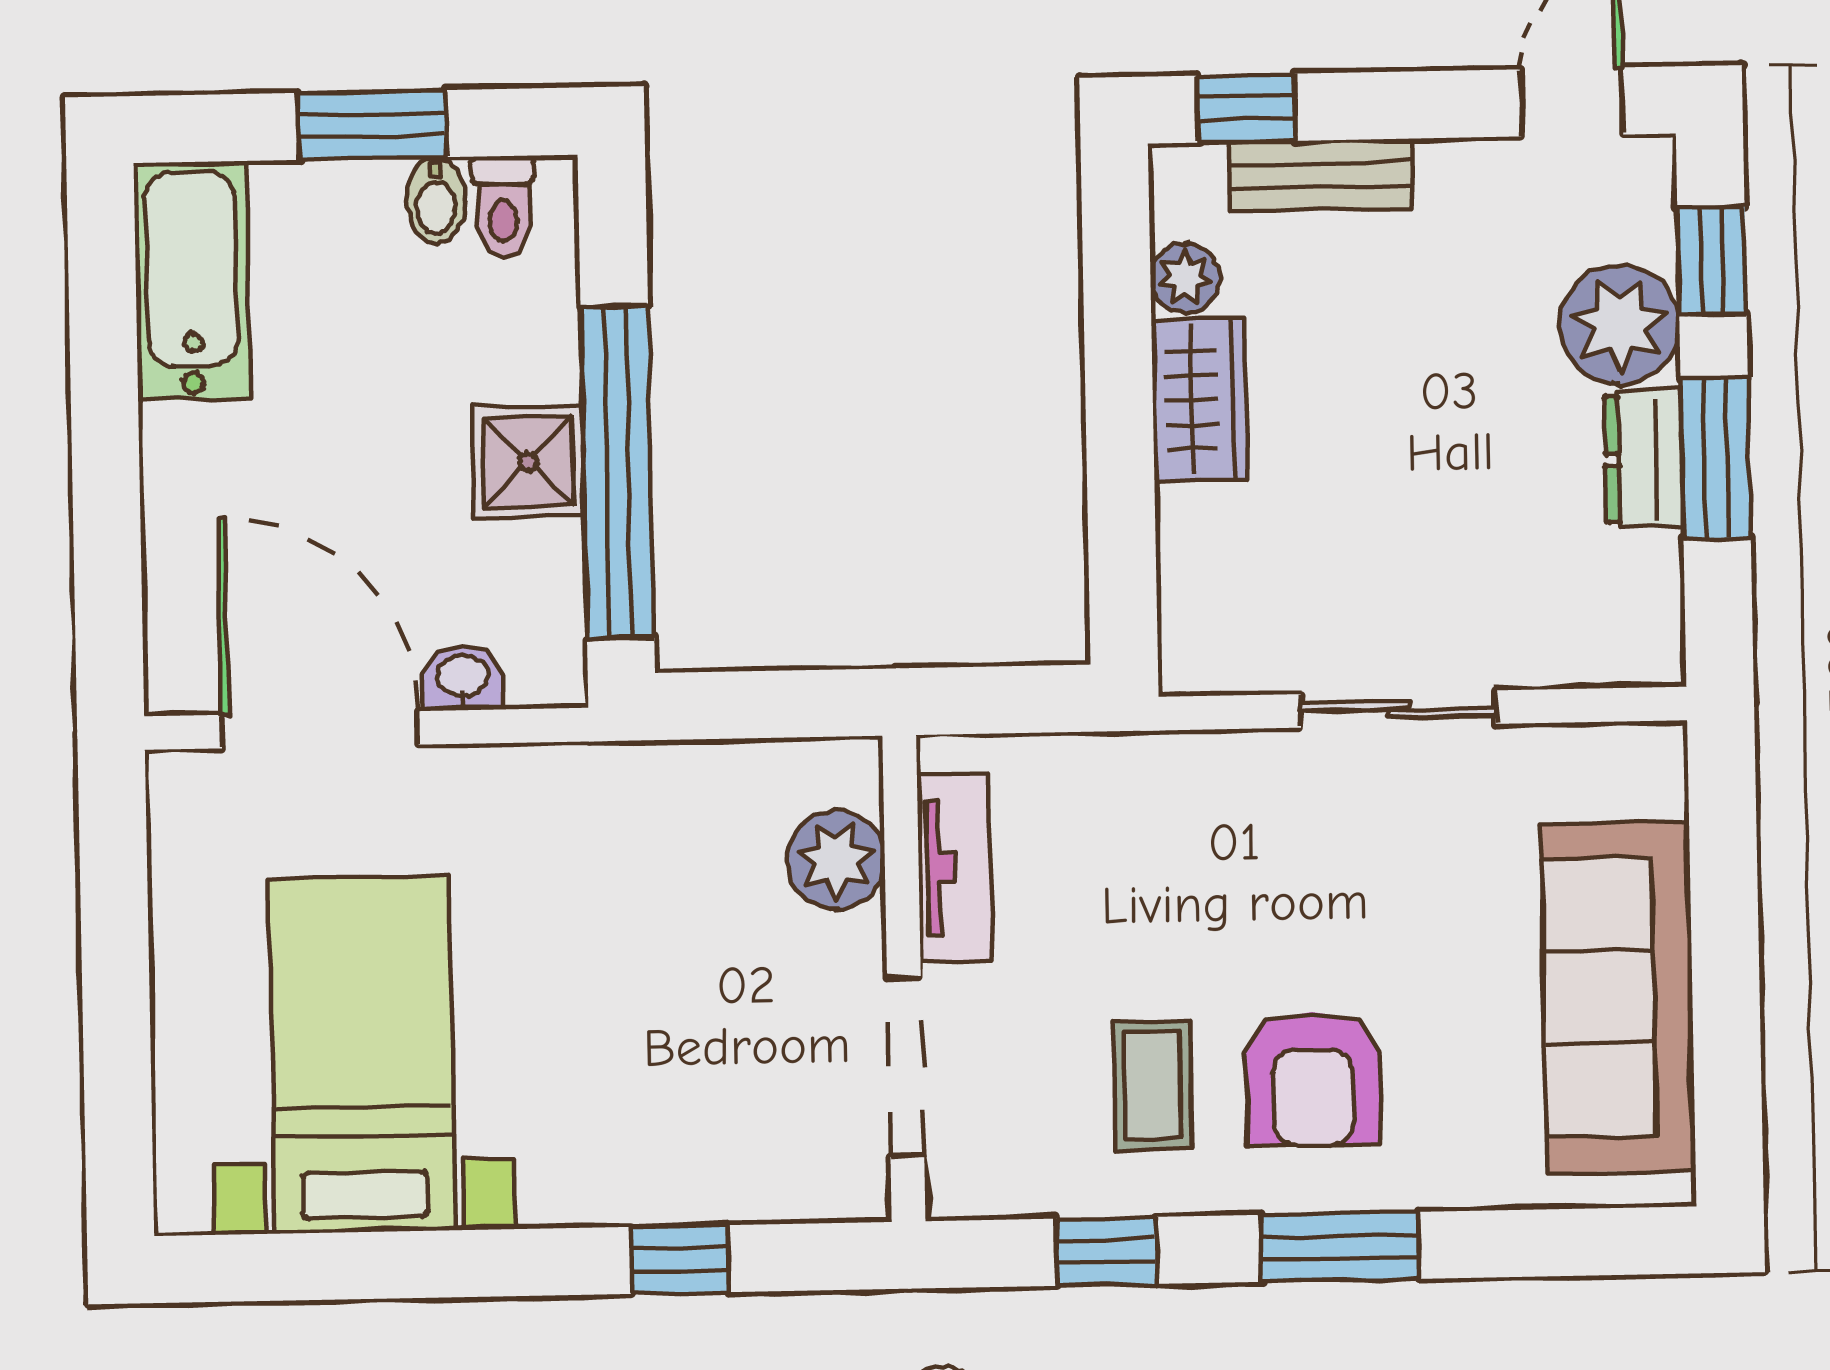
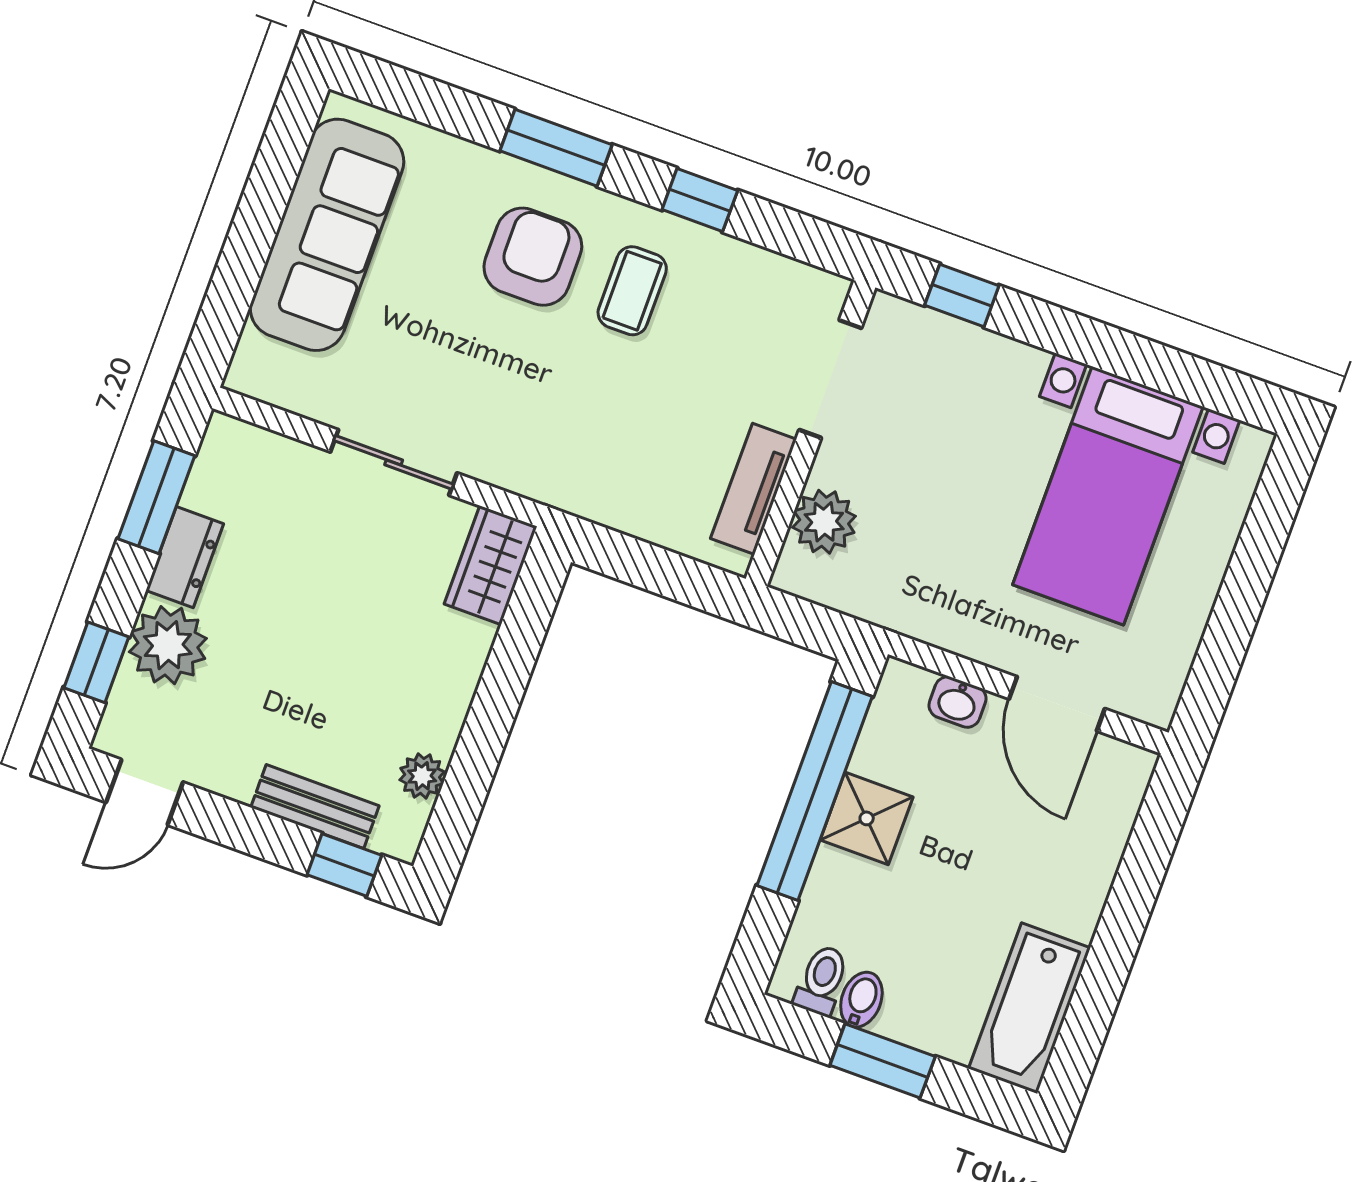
wardrobe: (1199, 399) -> (491, 565), moved
window: (1716, 458) -> (156, 497), moved
door: (320, 730) -> (1057, 704), width x0.73
plant: (836, 860) -> (824, 522), moved
tv unit: (954, 868) -> (754, 489), moved
wall: (904, 978) -> (811, 433), moved
doorway: (906, 1067) -> (830, 379), moved

